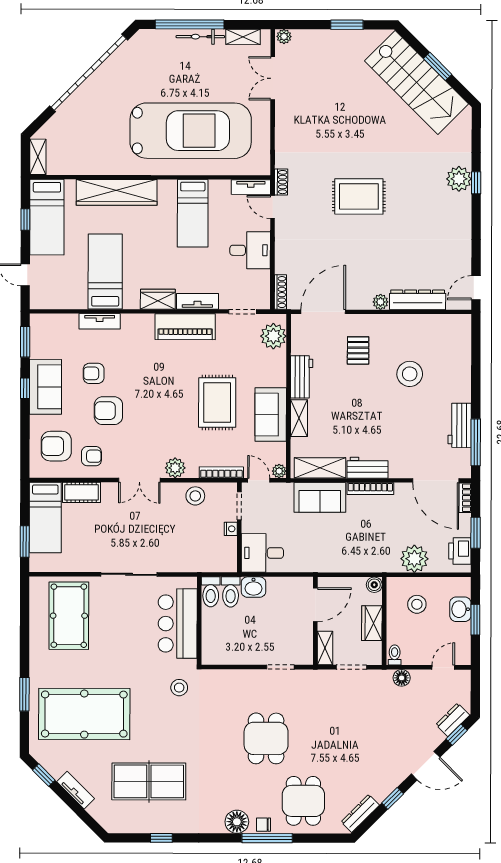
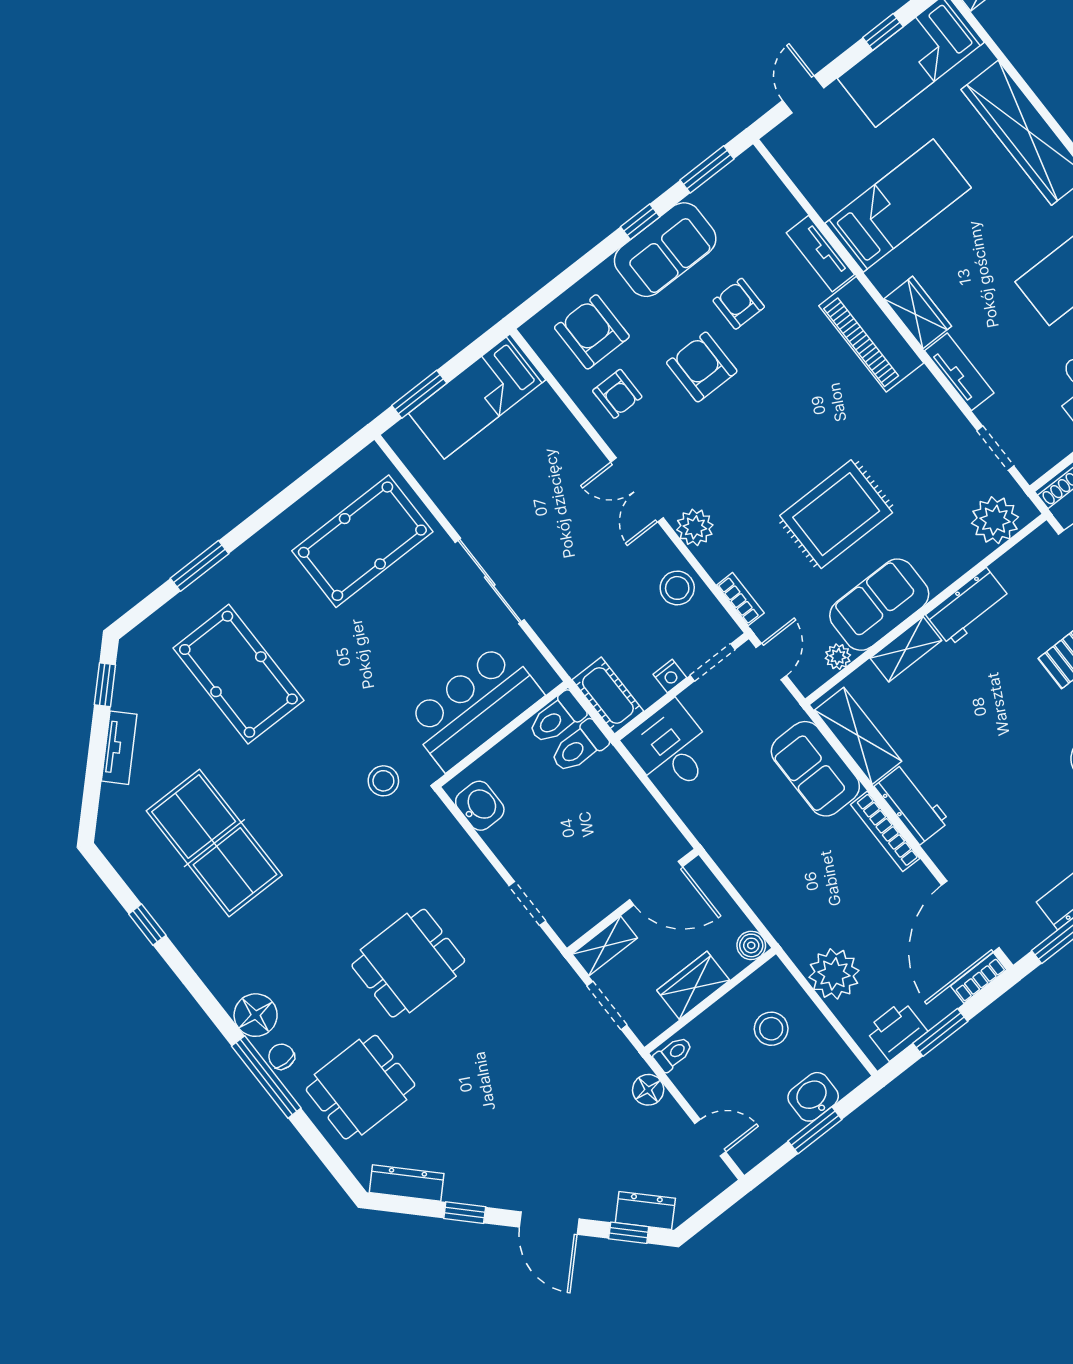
piano: (185, 327) -> (871, 334), moved
plant: (279, 471) -> (838, 657), moved
bookcase: (221, 472) -> (740, 599), width x0.64
cot: (81, 492) -> (608, 696), moved
washbasin: (253, 587) -> (480, 806), moved, turned 180
pool table: (84, 714) -> (238, 674), width x0.73, depth x0.76

